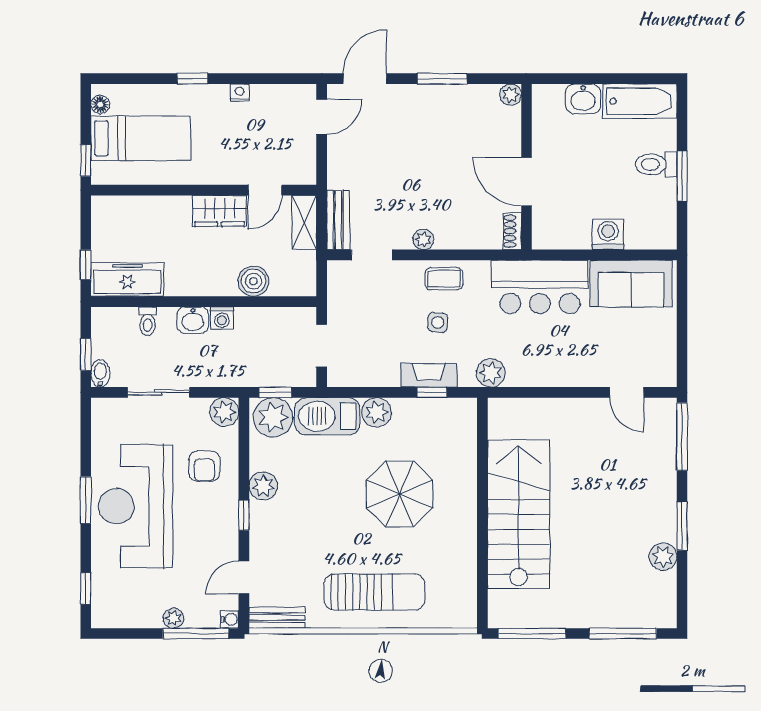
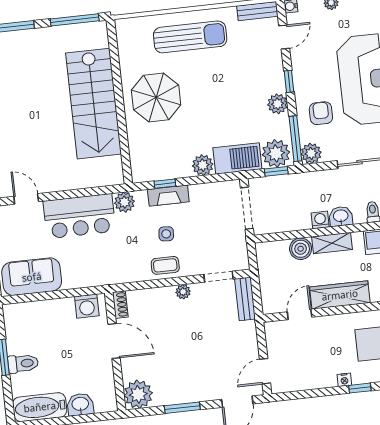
nightstand: (240, 93) -> (344, 380), moved
plant: (511, 95) -> (138, 394), width x1.88, depth x1.88
wardrobe: (220, 211) -> (340, 295), width x1.50
shelving: (304, 222) -> (332, 243), moved, turned 90
washing machine: (608, 234) -> (87, 306), moved
bar counter: (540, 287) -> (79, 216), moved, turned 180
doorway: (322, 346) -> (247, 208), width x1.38
window: (244, 435) -> (295, 139), added
parasol: (400, 494) -> (156, 97), moved
sun lounger: (374, 592) -> (190, 37), turned 180

